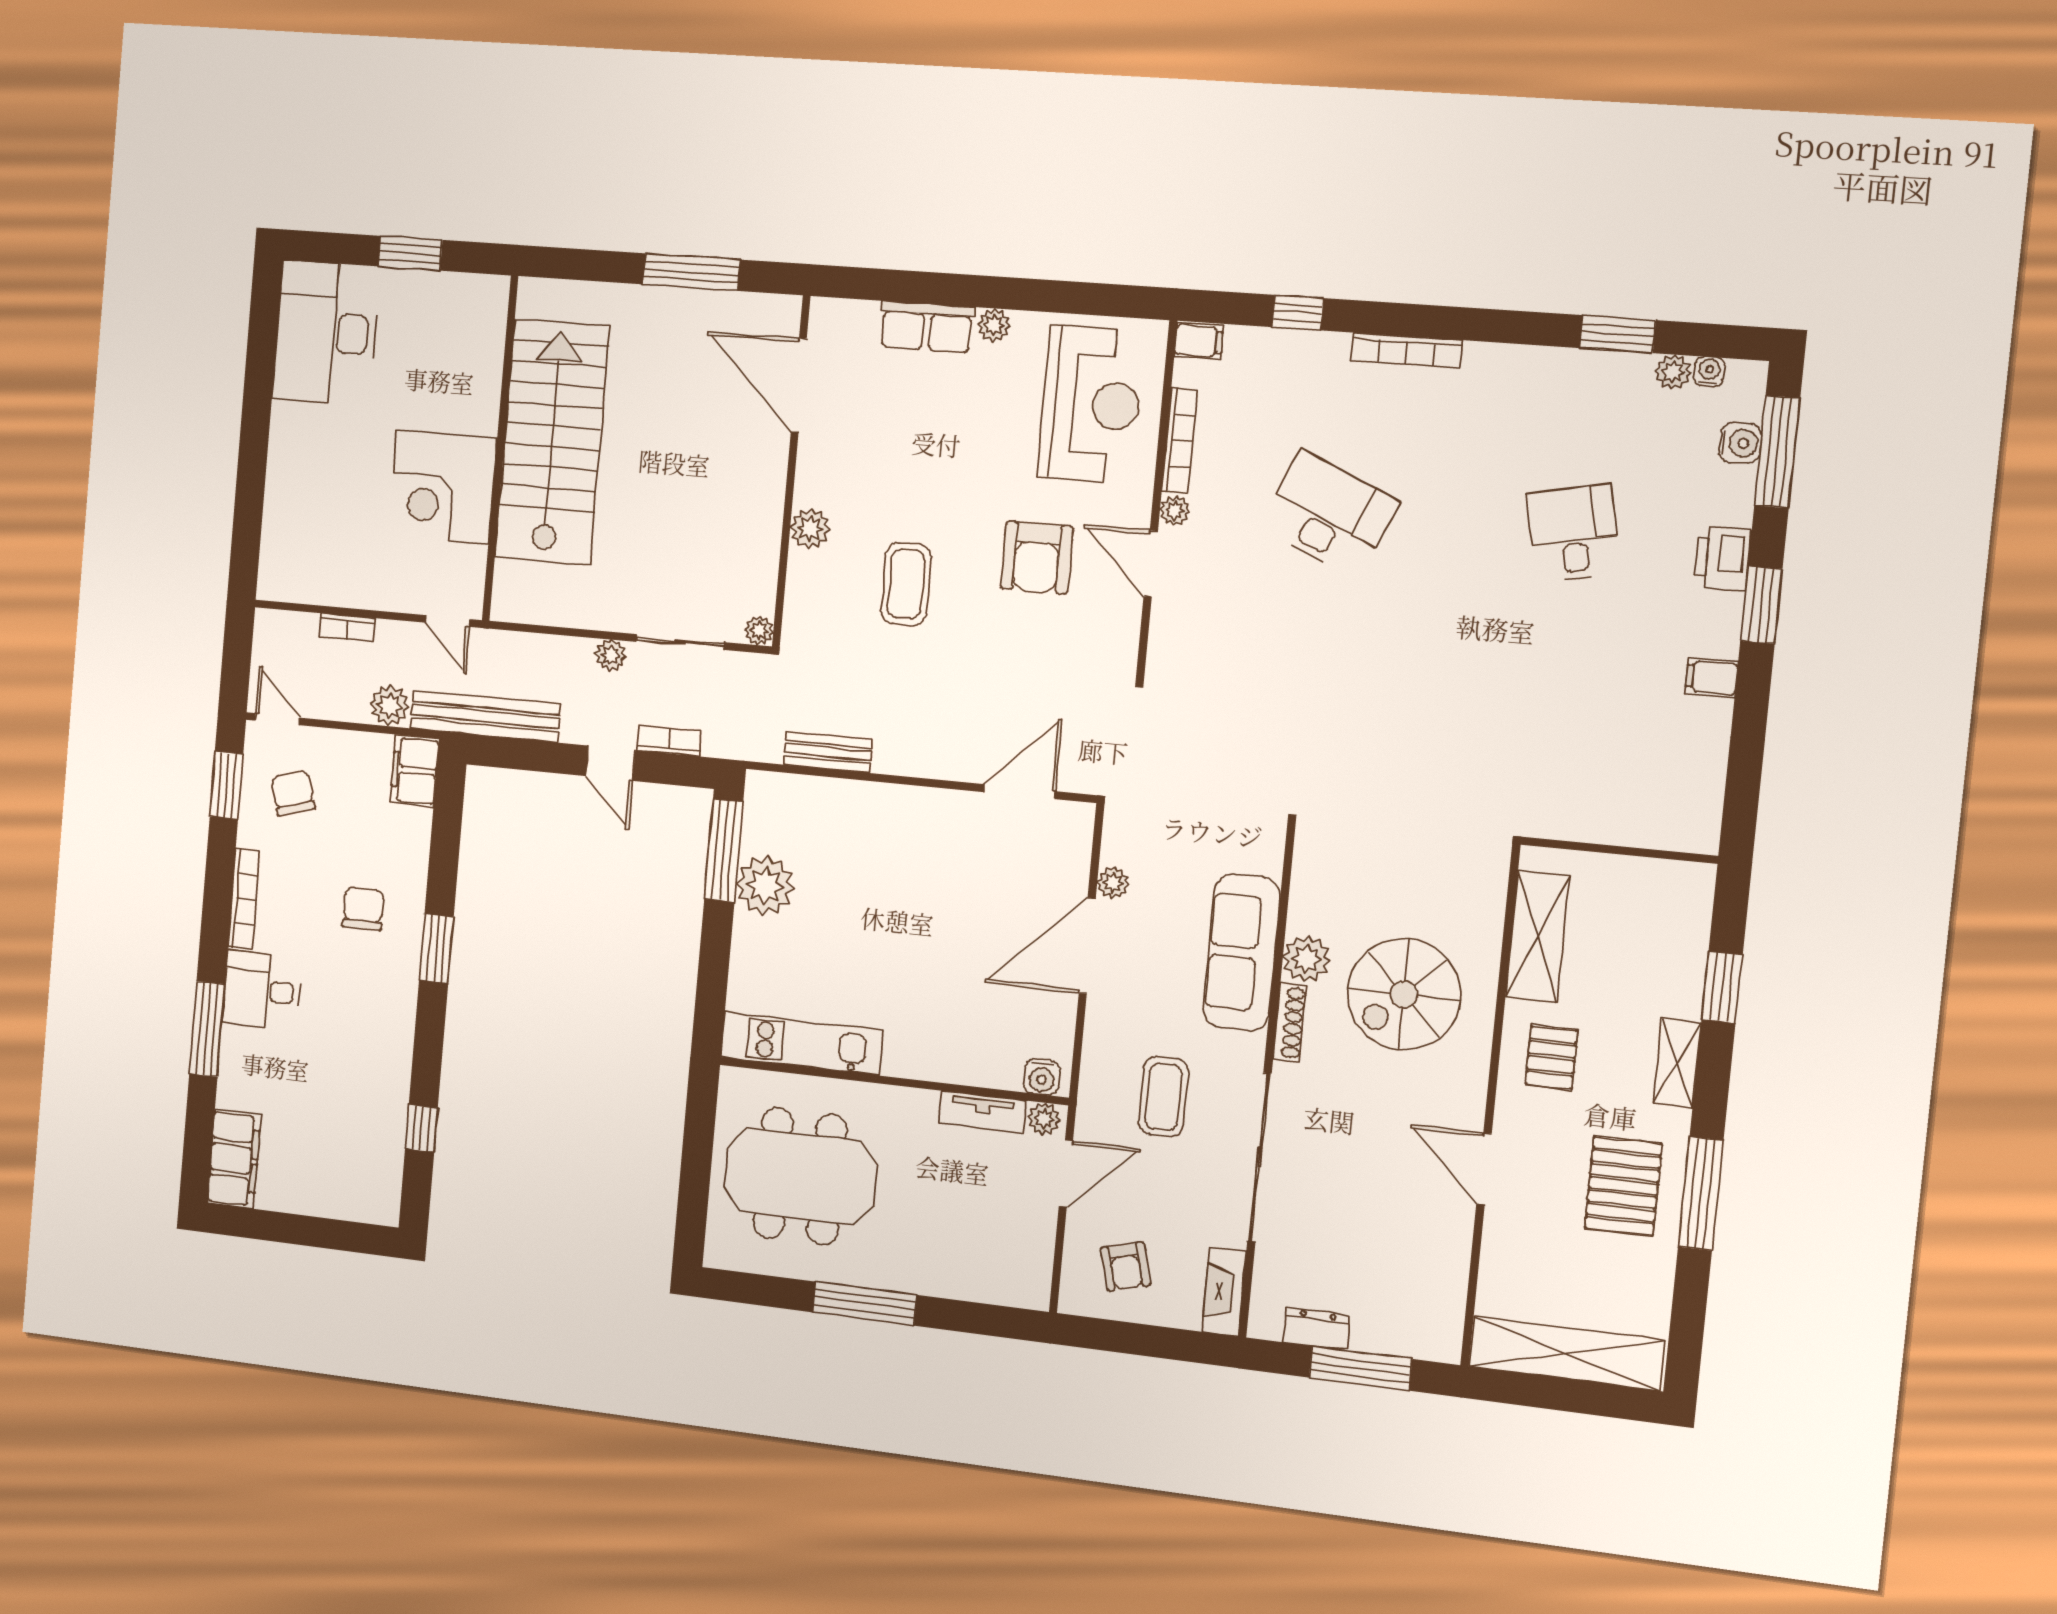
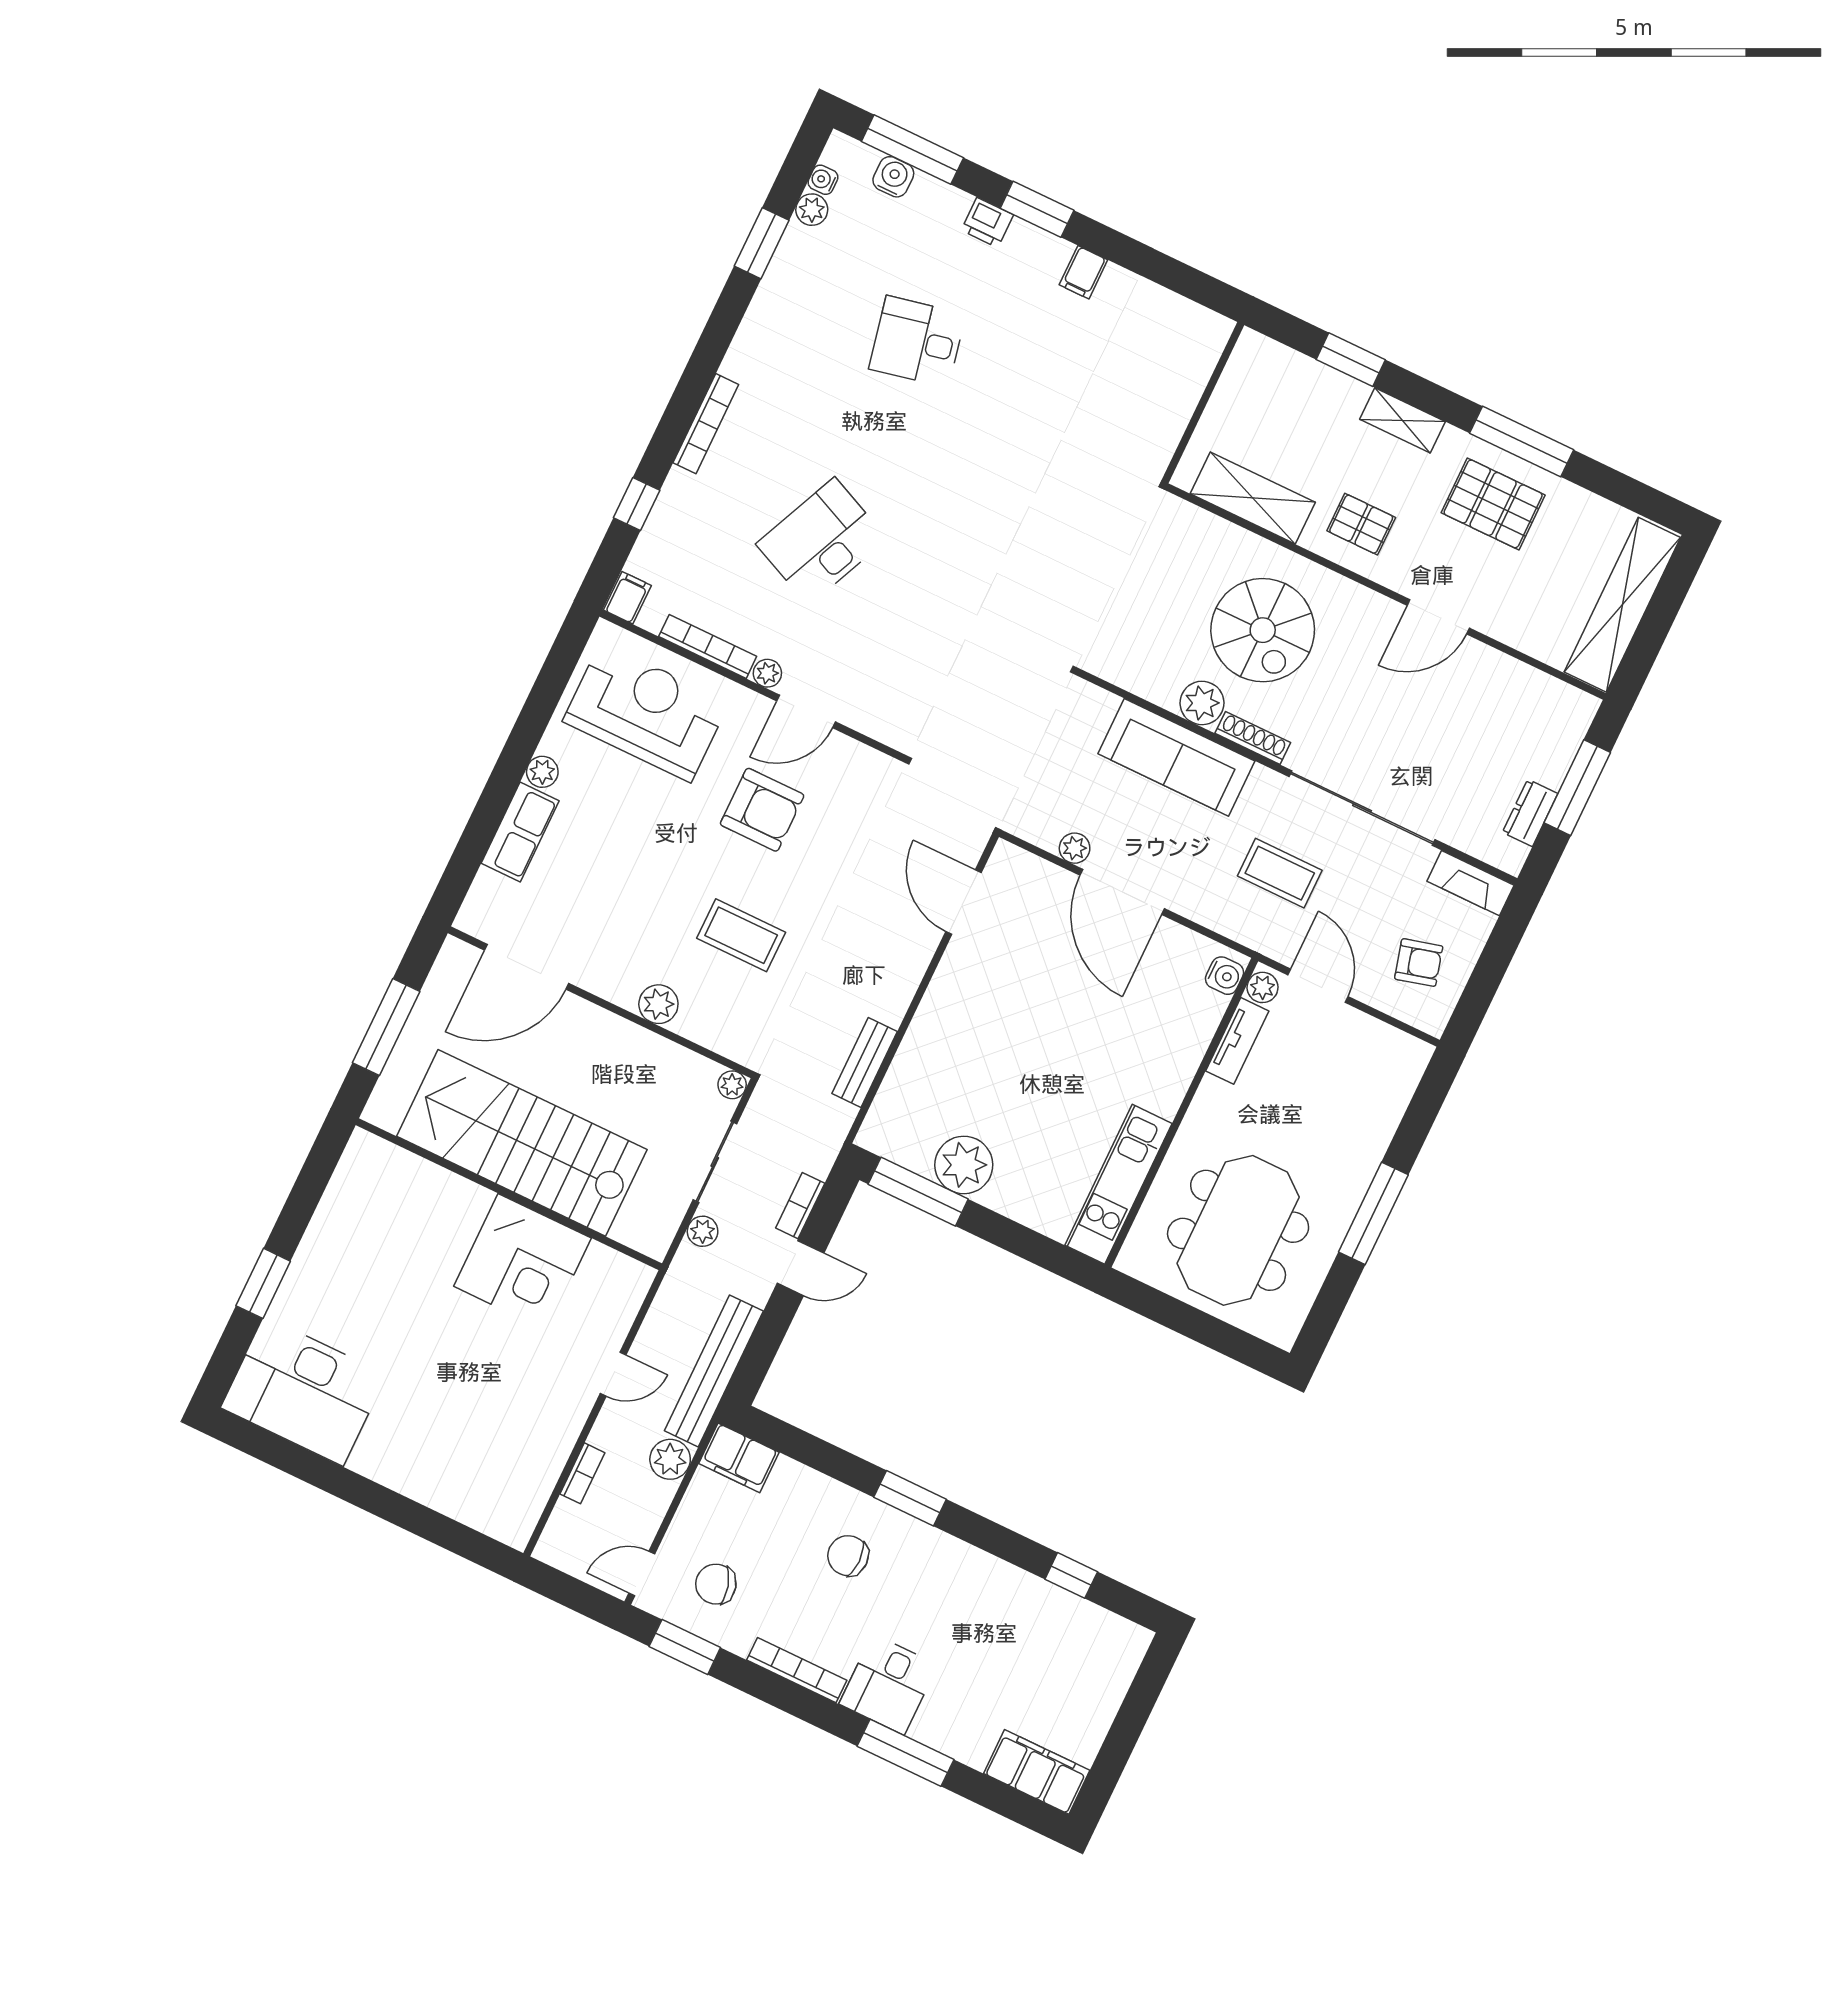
stairs: (552, 442) -> (522, 1143), moved
wall: (500, 449) -> (509, 1194), moved
corner desk: (442, 487) -> (523, 1262), moved
printer: (1723, 558) -> (987, 223), width x0.73, depth x0.81

